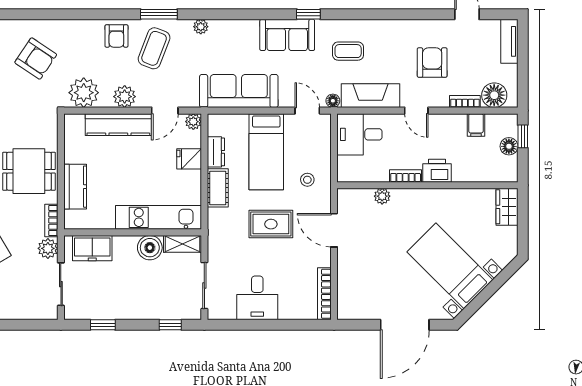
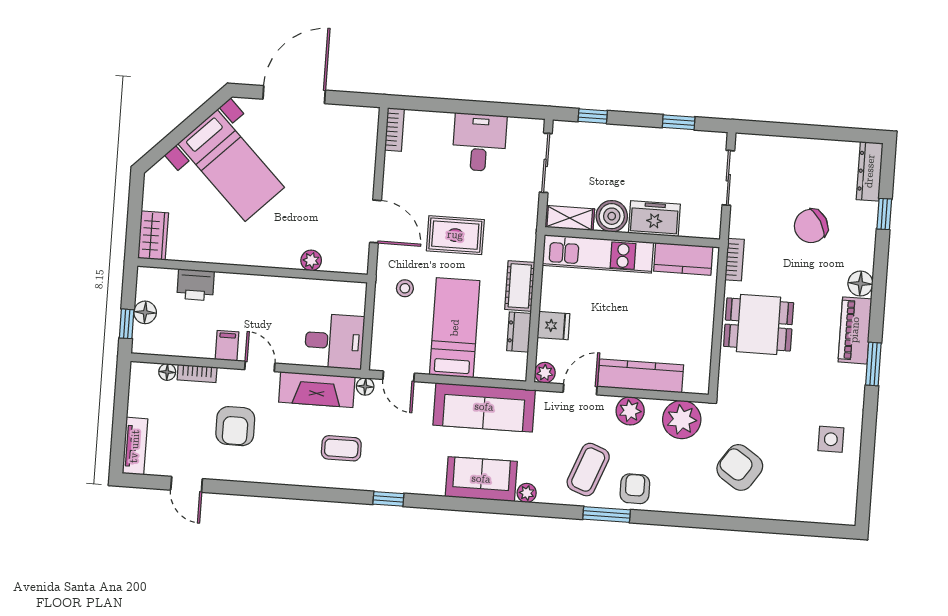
window: (159, 14) -> (607, 514), moved
sofa: (287, 35) -> (481, 479), moved
floor lamp: (494, 95) -> (167, 372), width x0.53, depth x0.53
filing cabinet: (476, 125) -> (227, 346), moved
printer: (437, 171) -> (196, 285), moved
bookcase: (406, 176) -> (280, 284), removed
kitchen counter: (75, 187) -> (683, 259), moved, turned -90
plant: (48, 248) -> (742, 224), removed
freezer: (92, 248) -> (654, 219), moved
bookcase: (324, 294) -> (394, 129), width x0.64

